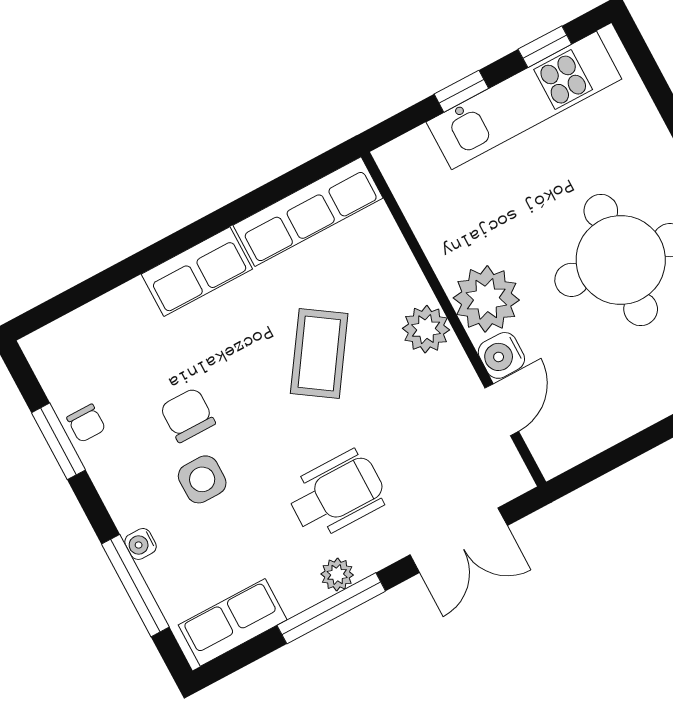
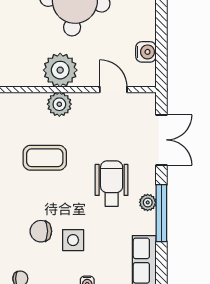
coffee table: (319, 353) -> (45, 158), turned -34
water cooler: (501, 355) -> (146, 52), moved, turned -90

